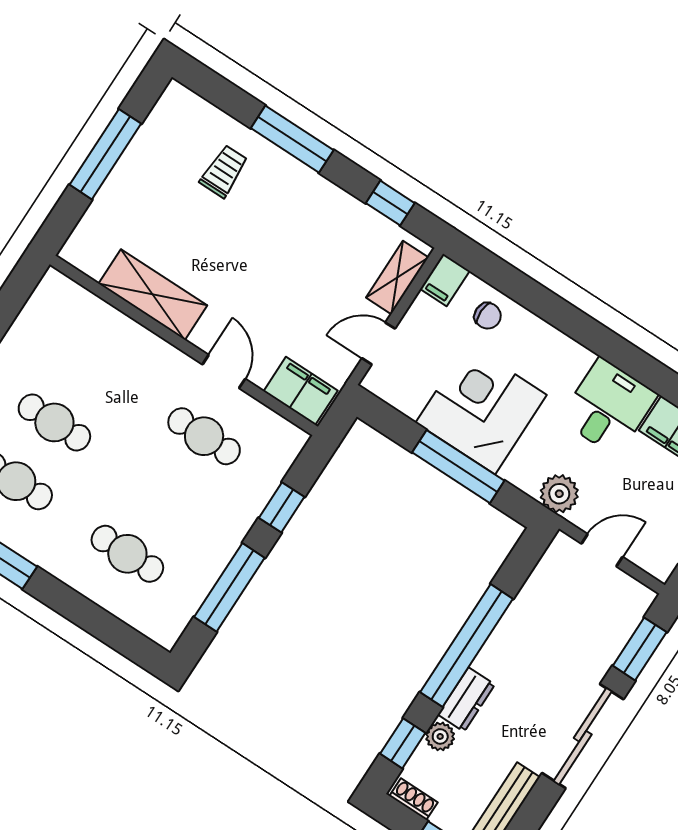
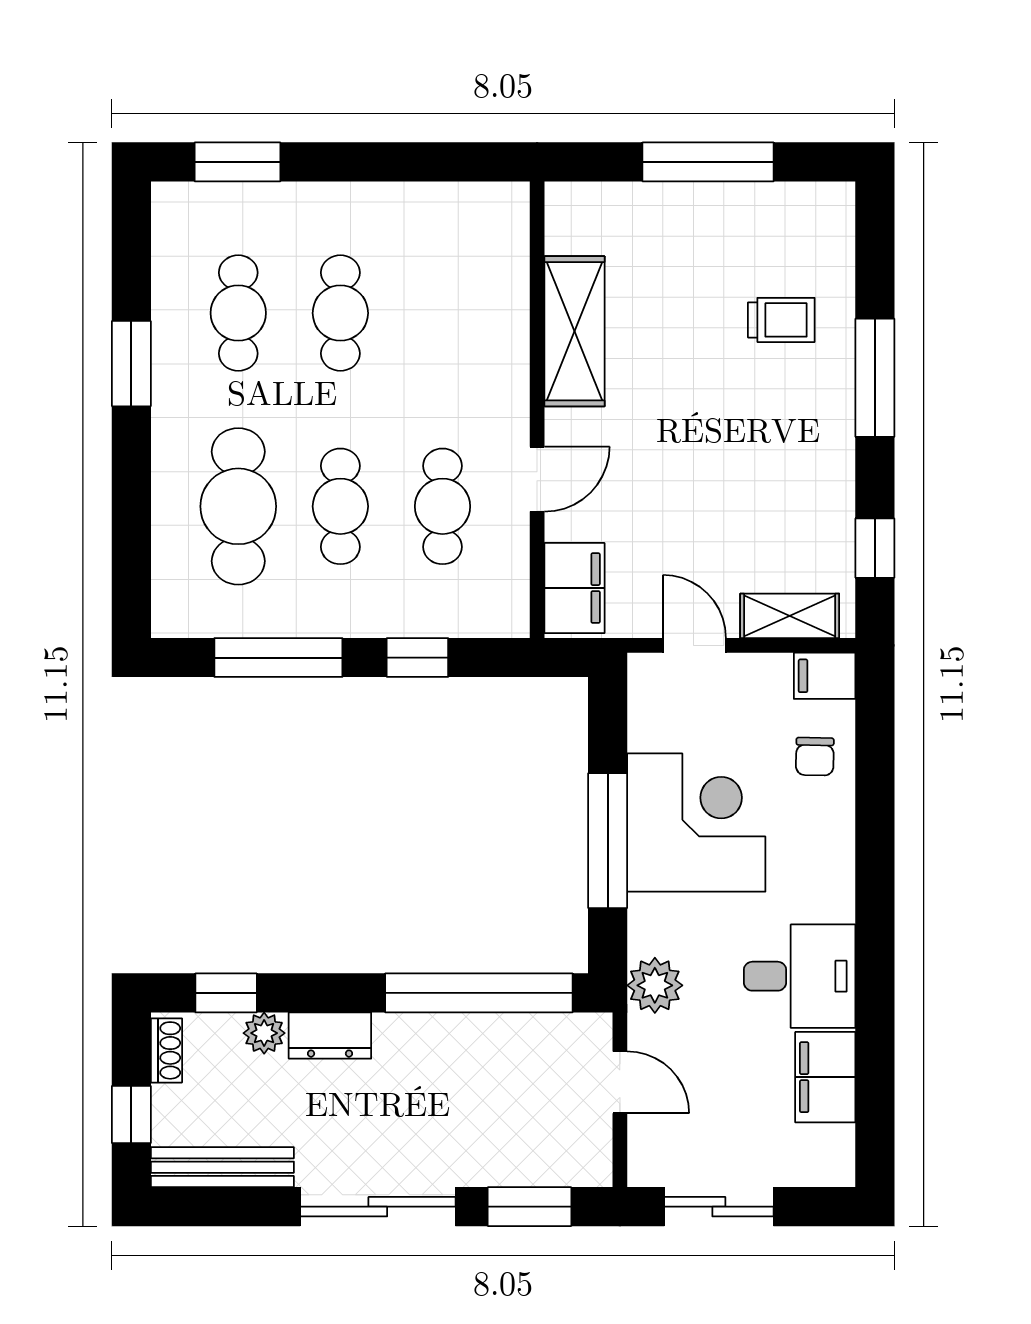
cafe table: (166, 495) -> (340, 506), added
cafe table: (127, 554) -> (238, 506), width x1.37, depth x1.35
window: (467, 645) -> (479, 993), moved

